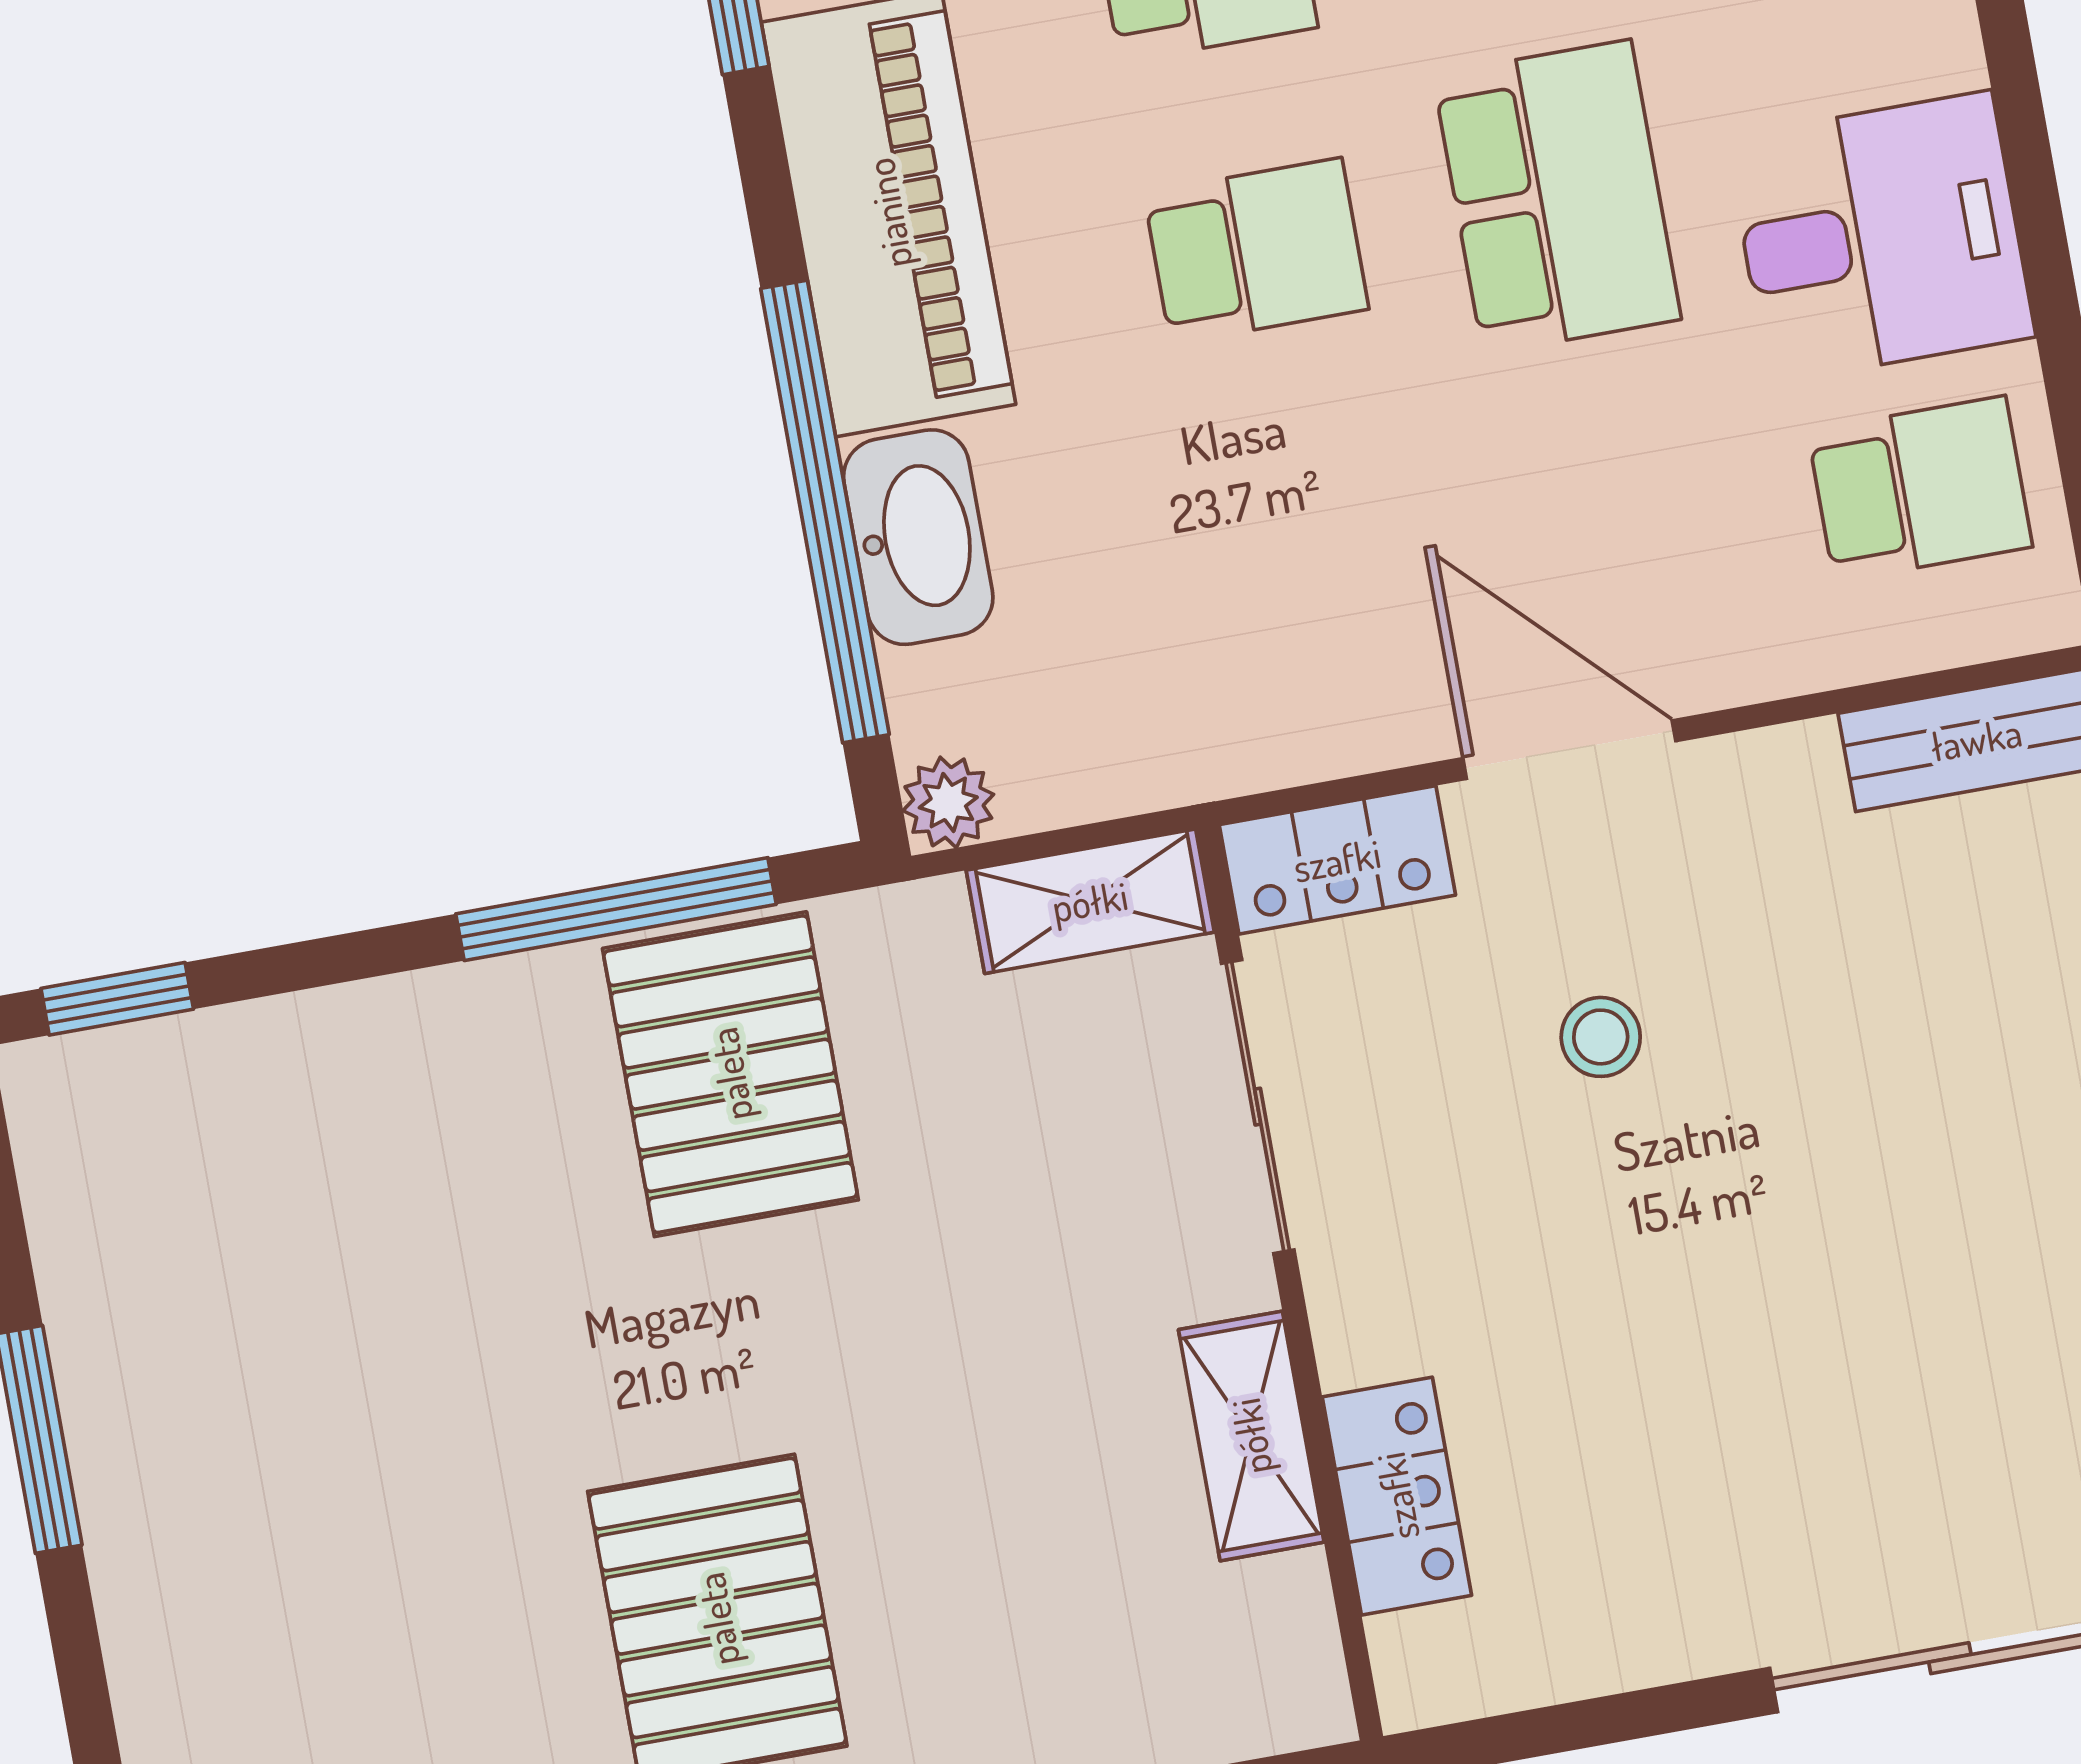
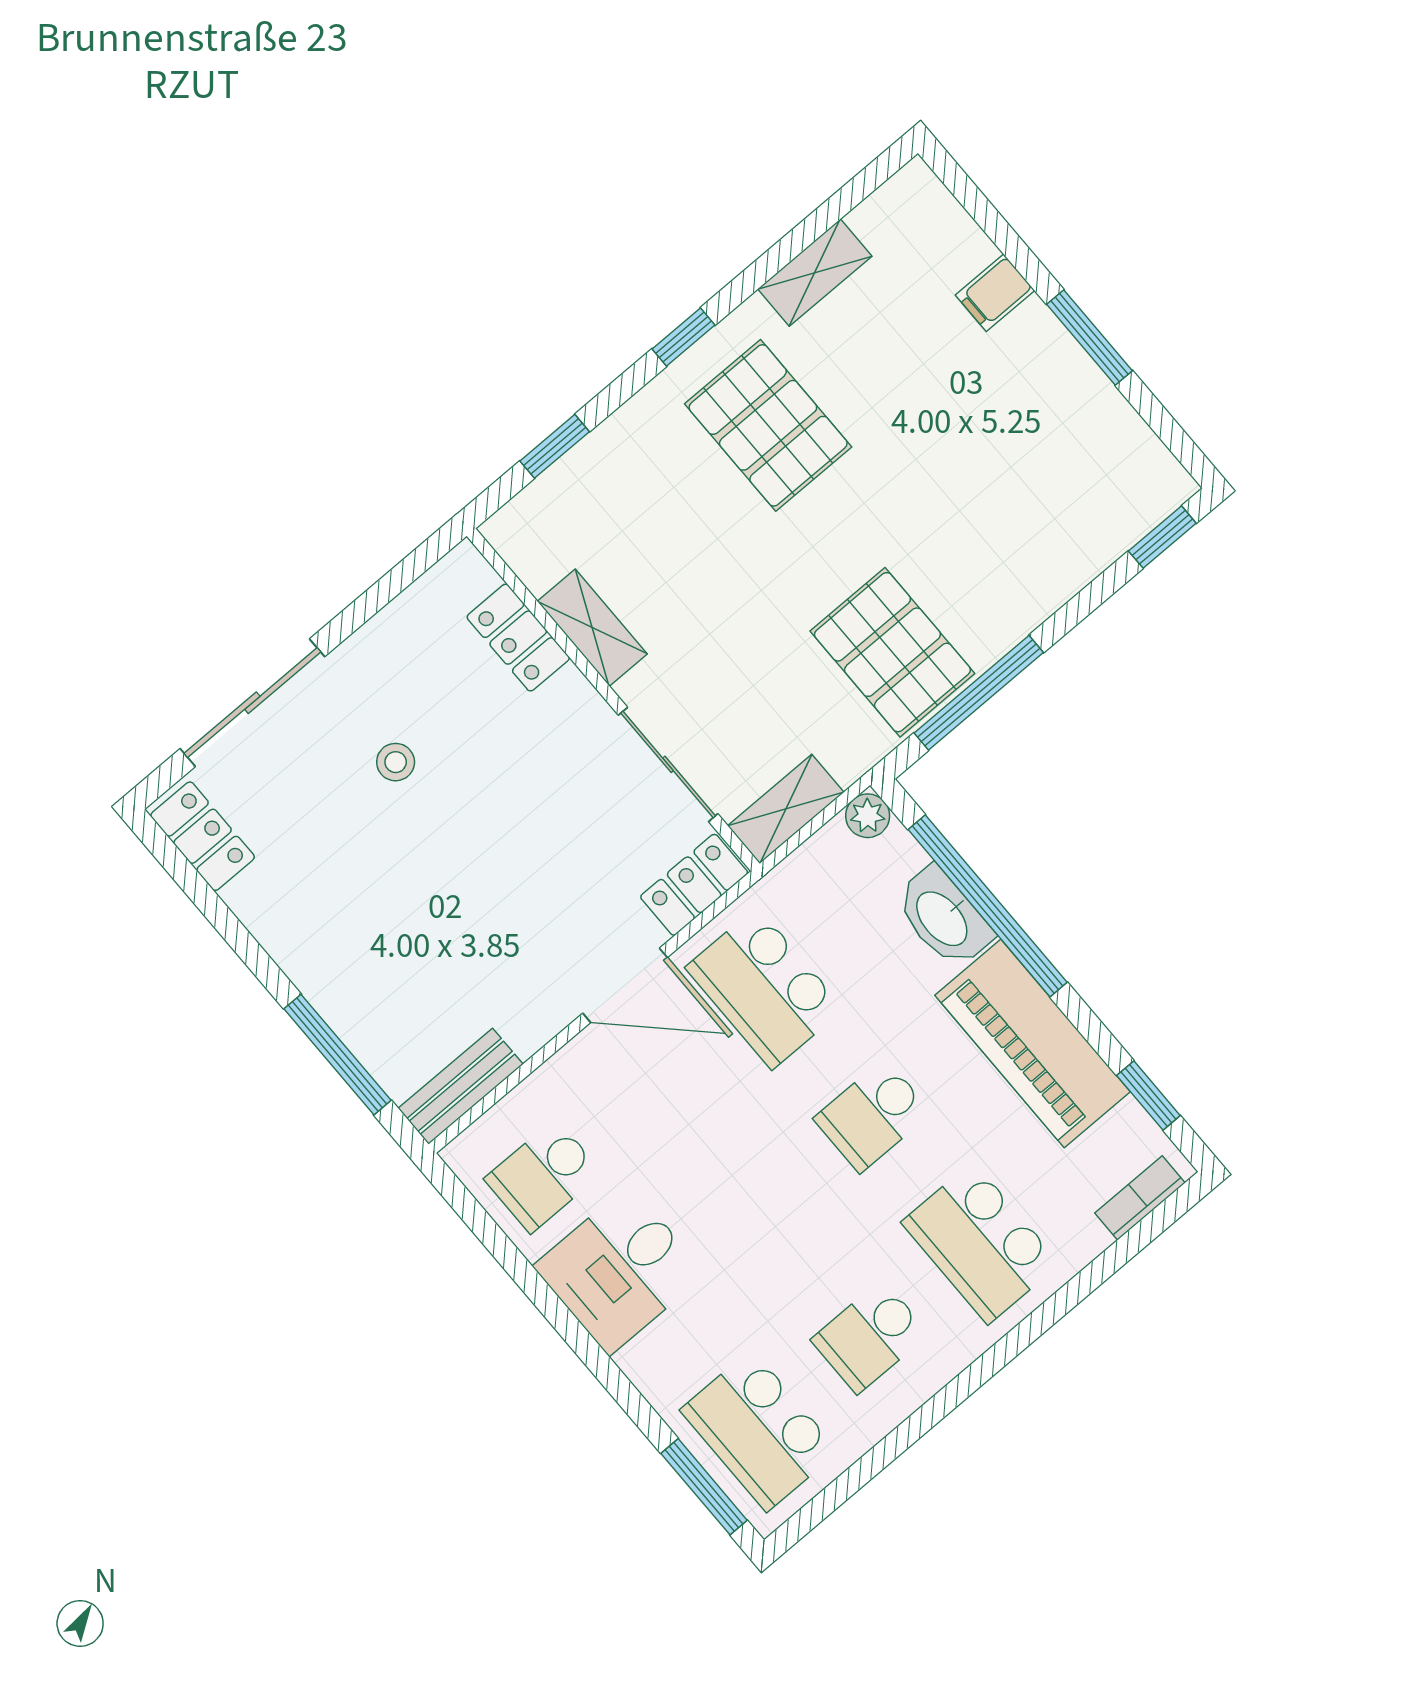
school desk: (1557, 197) -> (764, 988), moved
stool: (1601, 1037) -> (396, 762), moved
filing cabinet: (164, 1621) -> (995, 293), added

